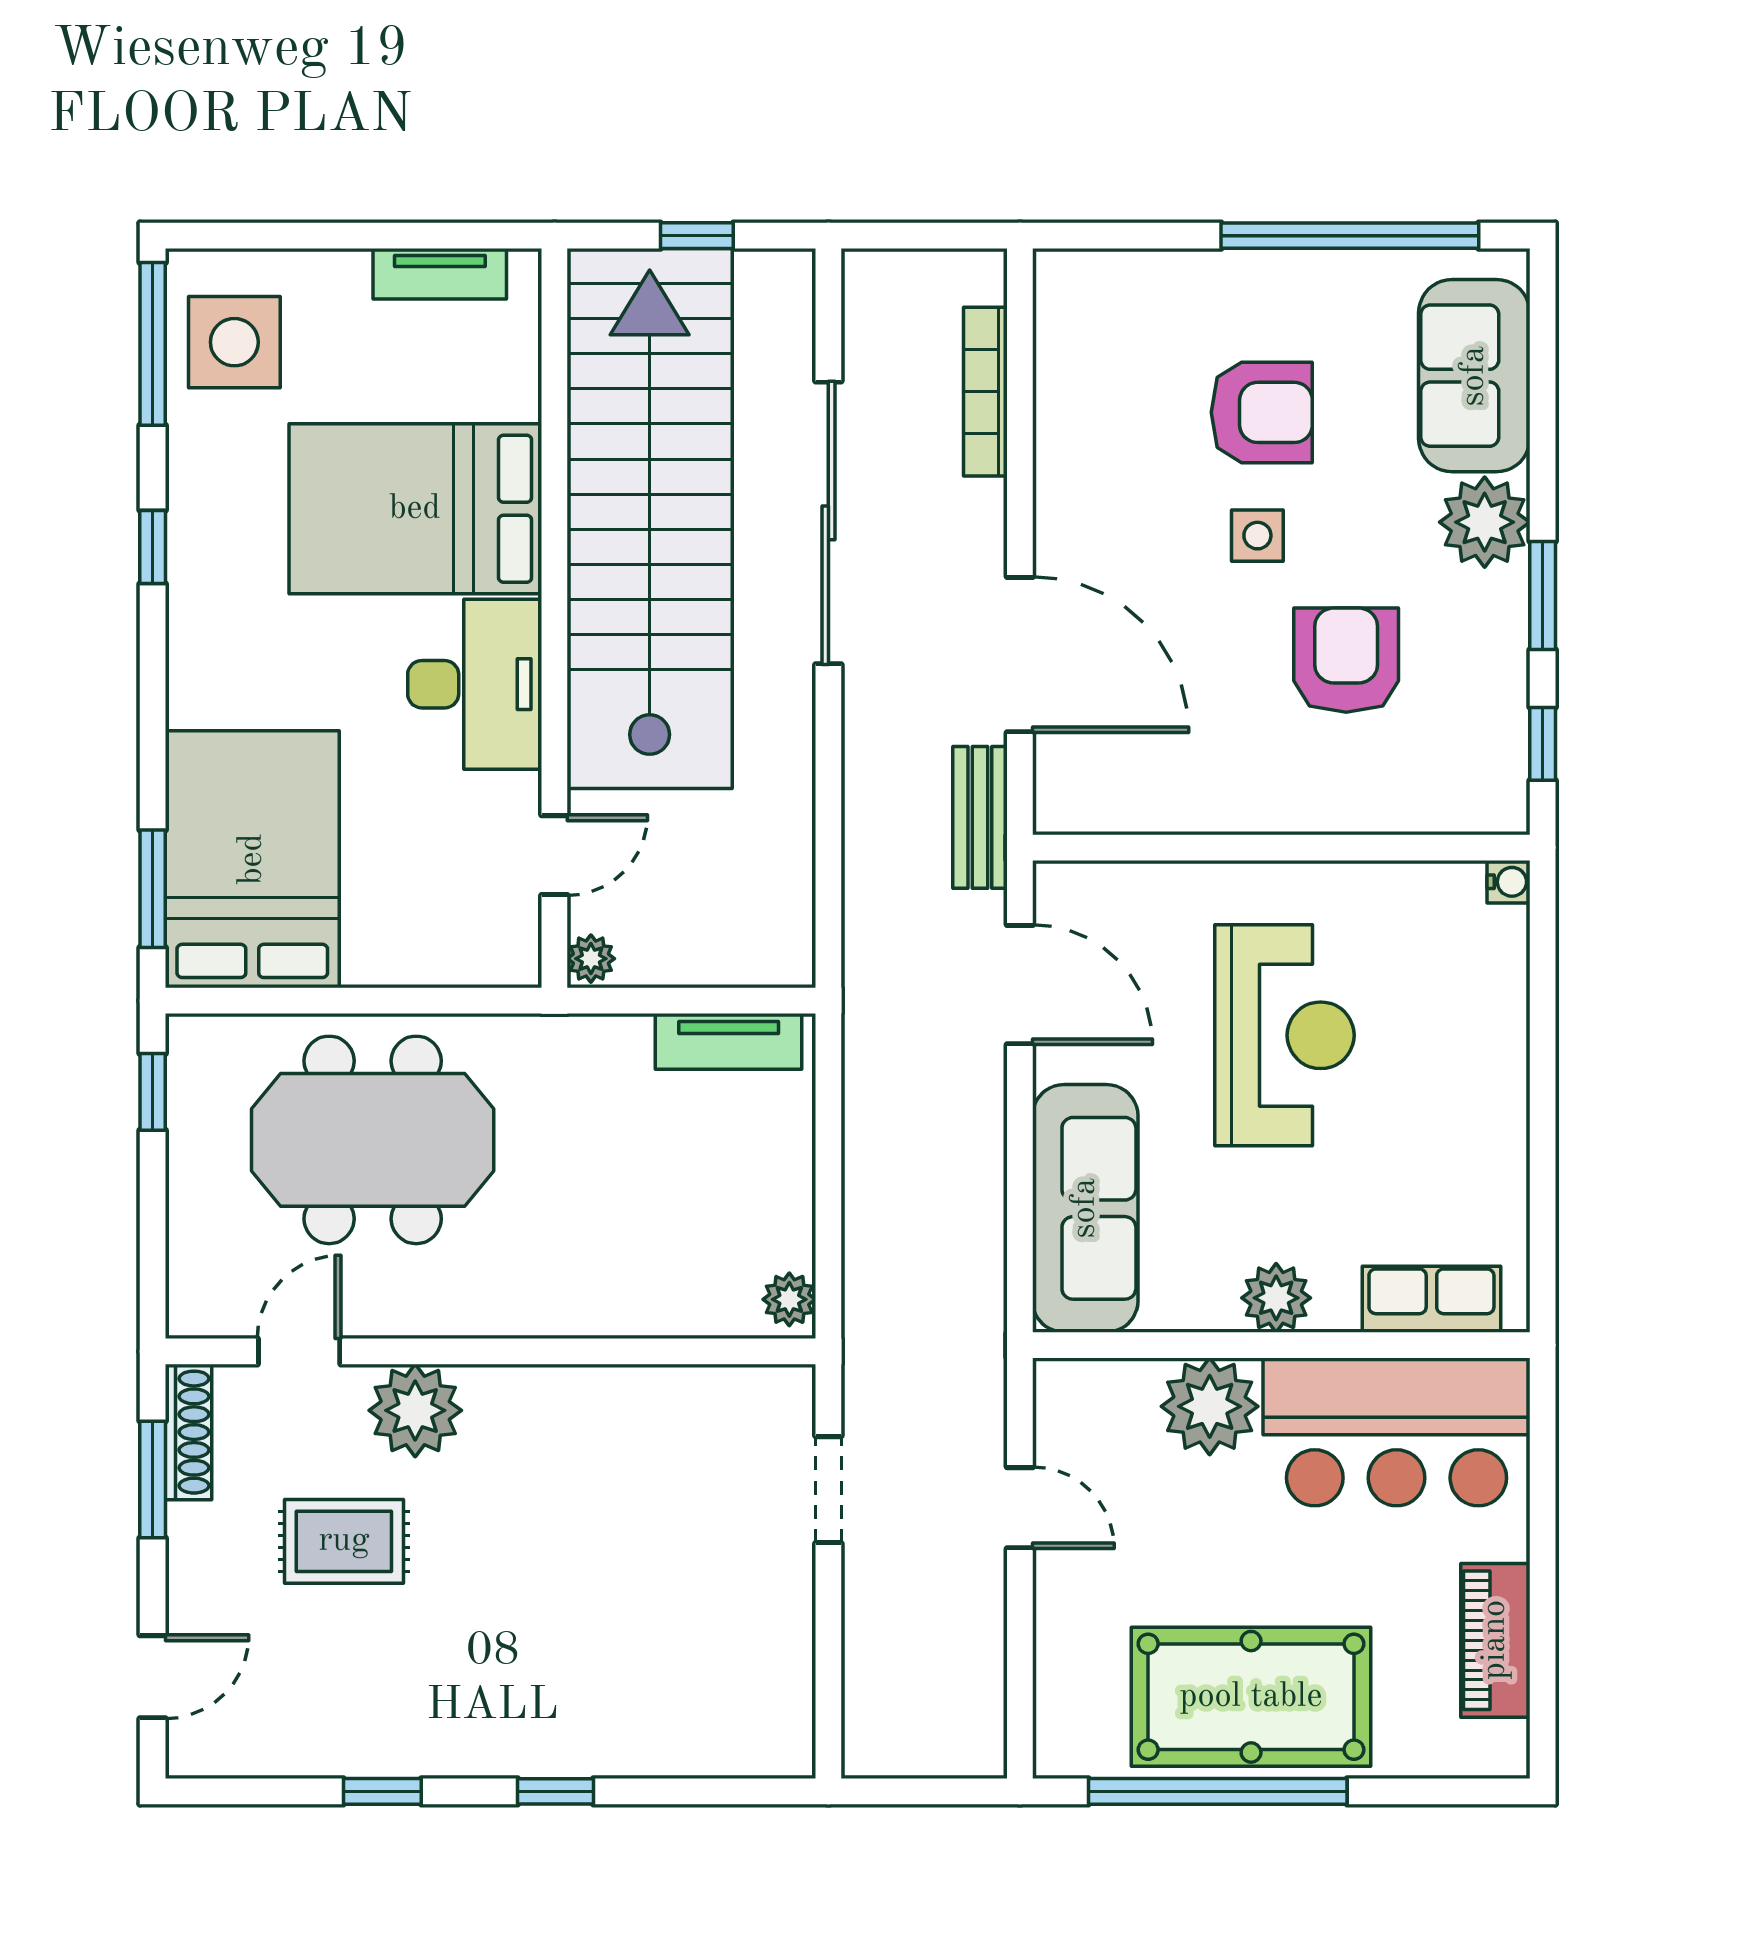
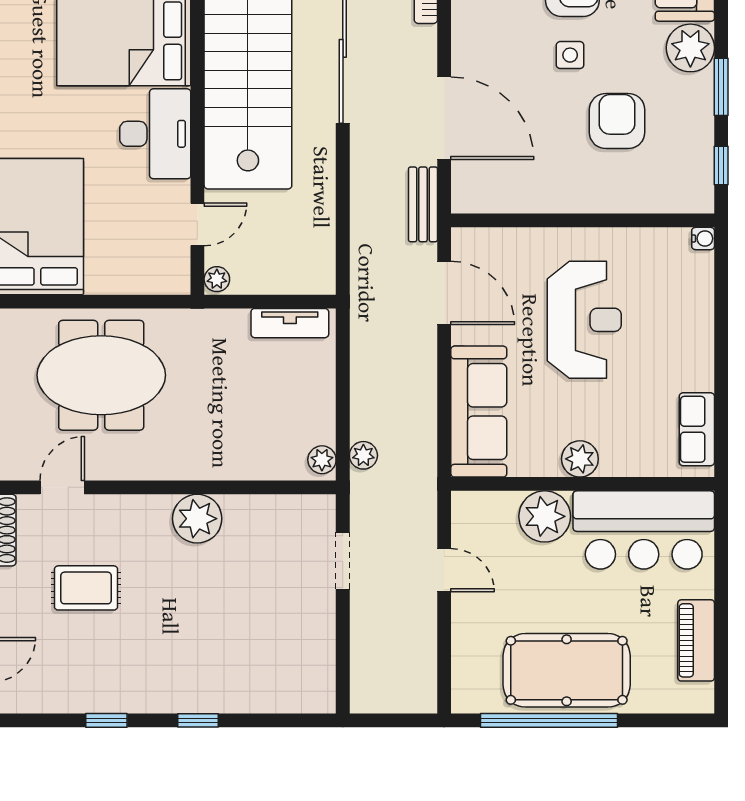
plant: (867, 1291) -> (363, 455), added
row of seats: (1431, 1299) -> (697, 429), moved, turned -90
plant: (415, 1410) -> (197, 519), moved

